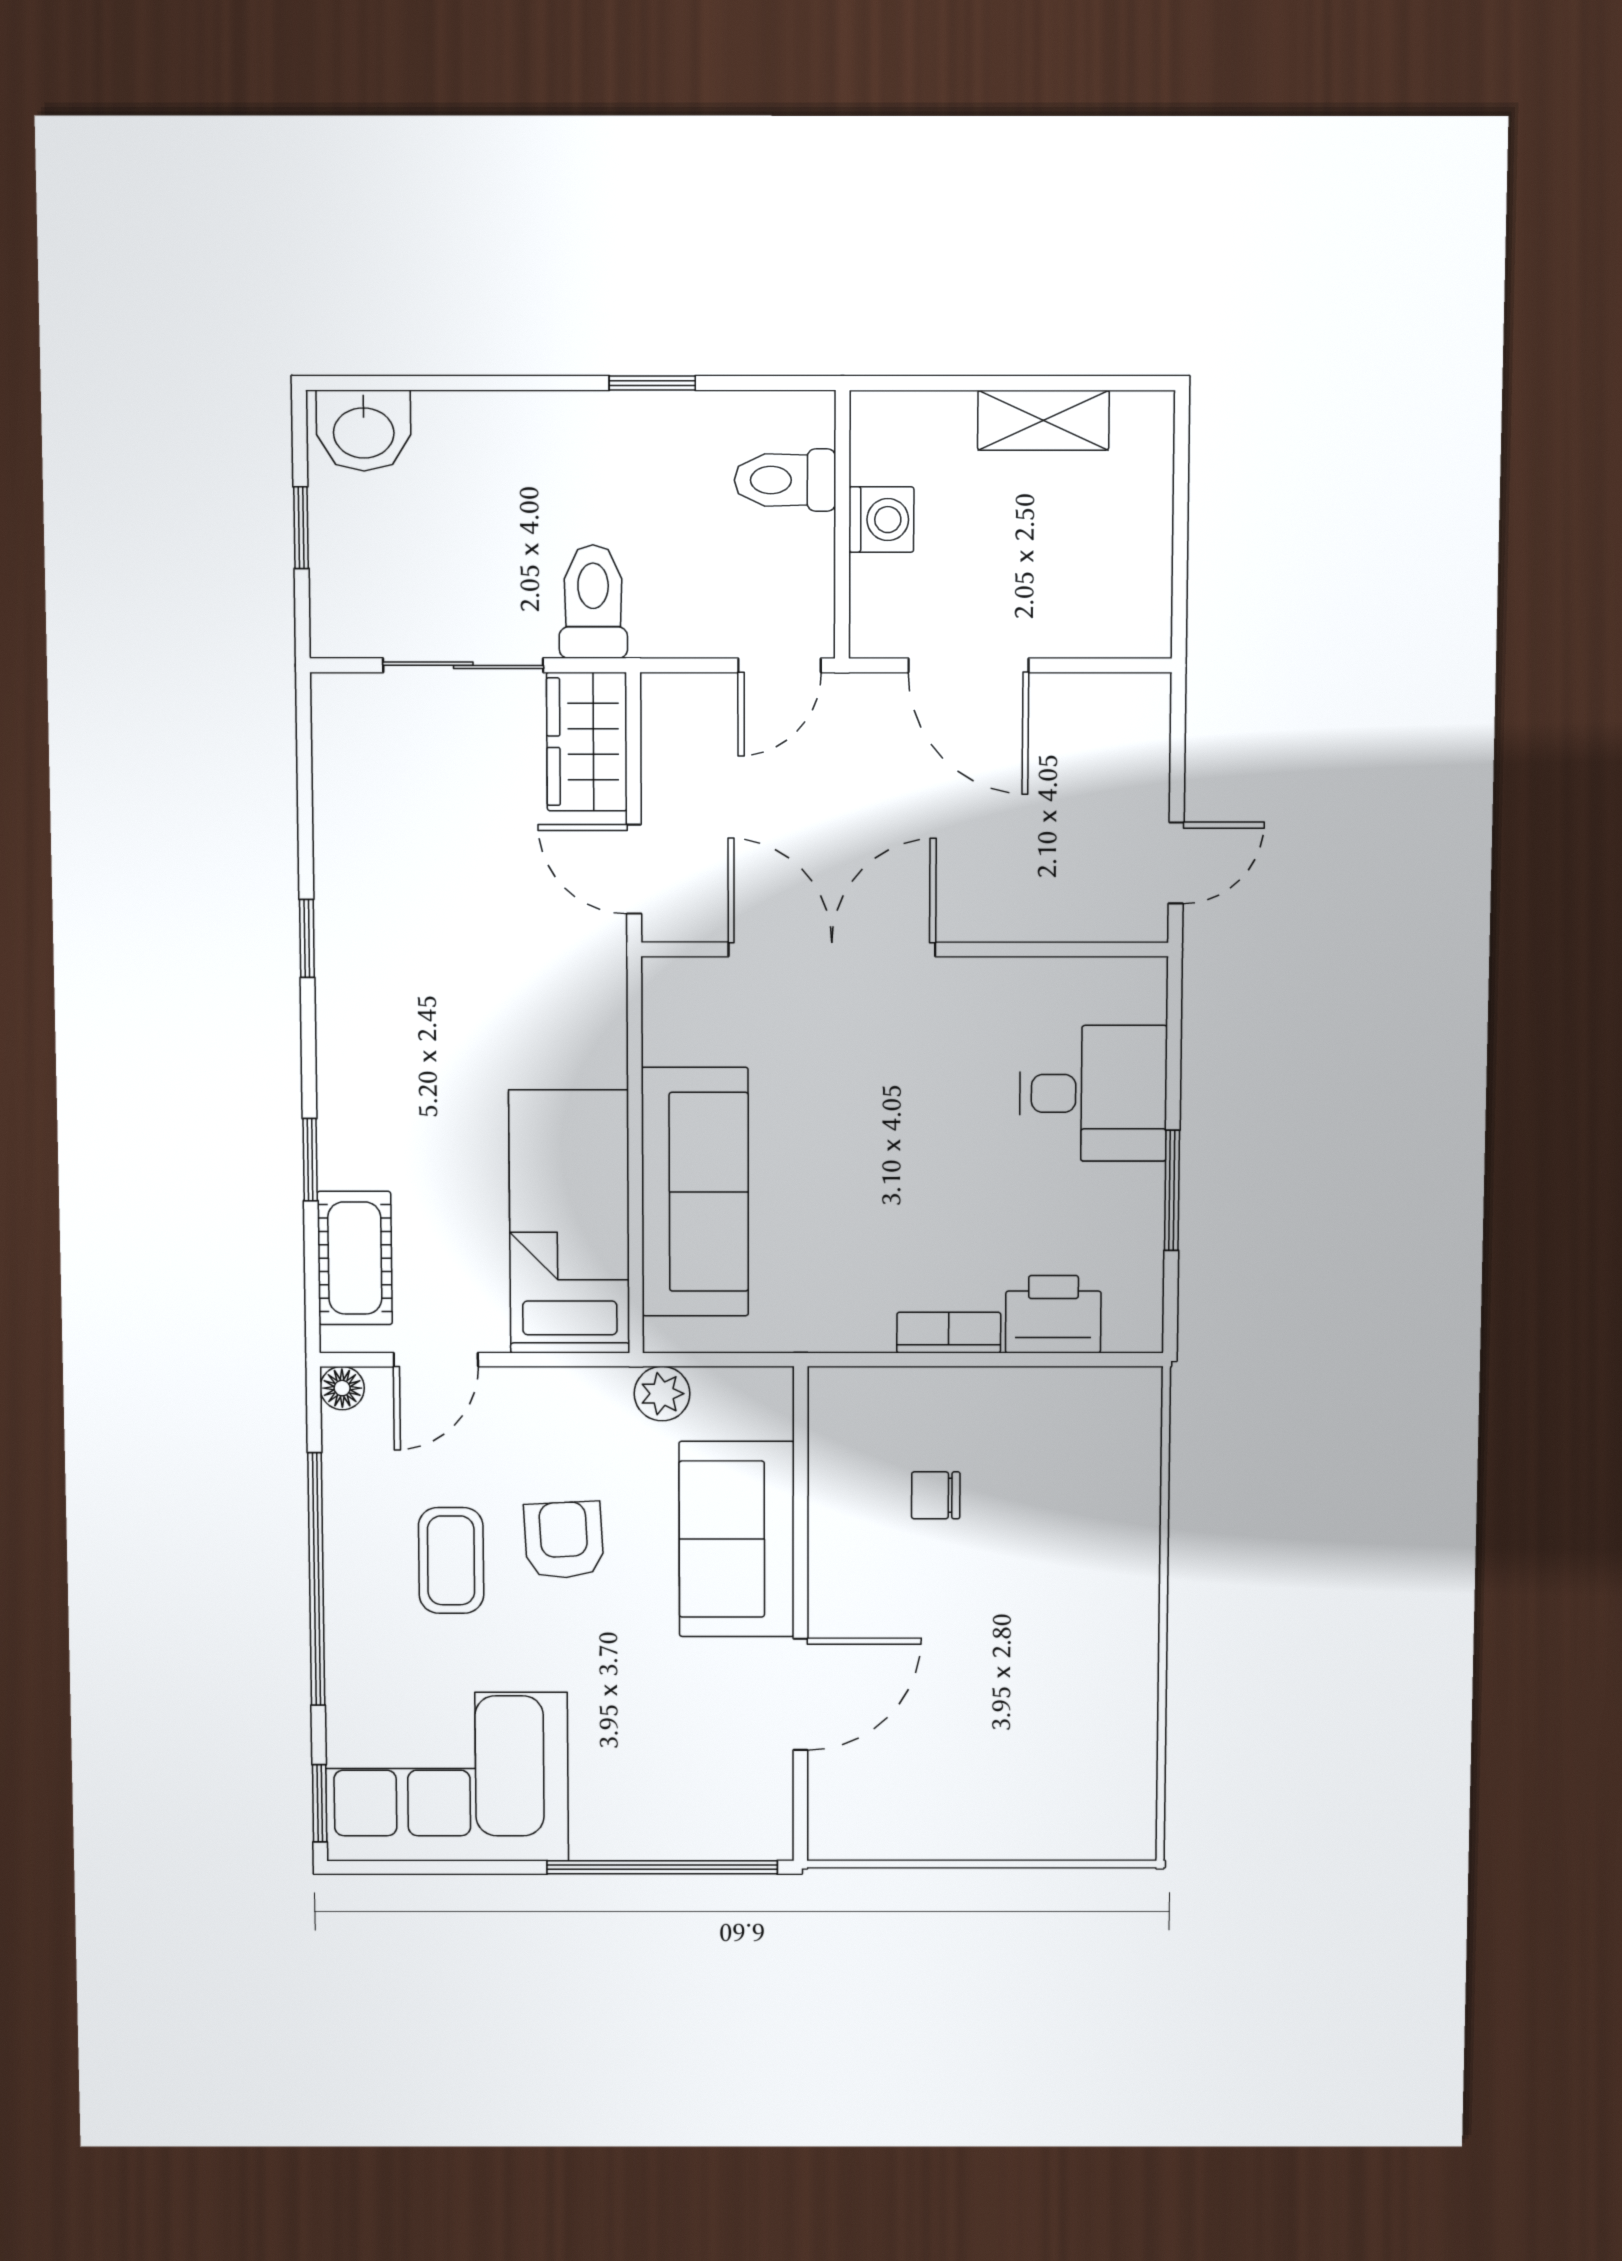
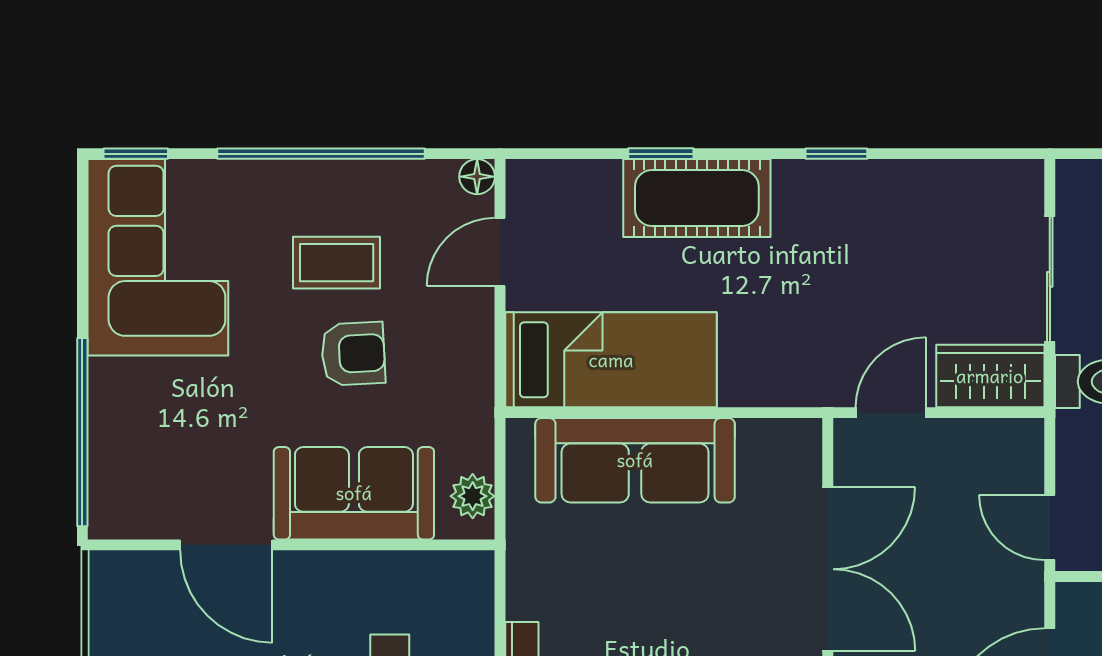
cot: (355, 1258) -> (697, 198), moved, width x1.37, depth x1.34
door: (436, 1360) -> (500, 252), hinge flipped
plant: (662, 1394) -> (473, 496), moved

